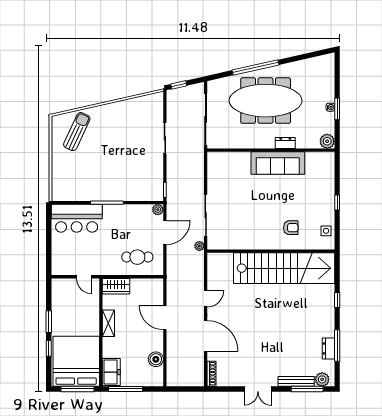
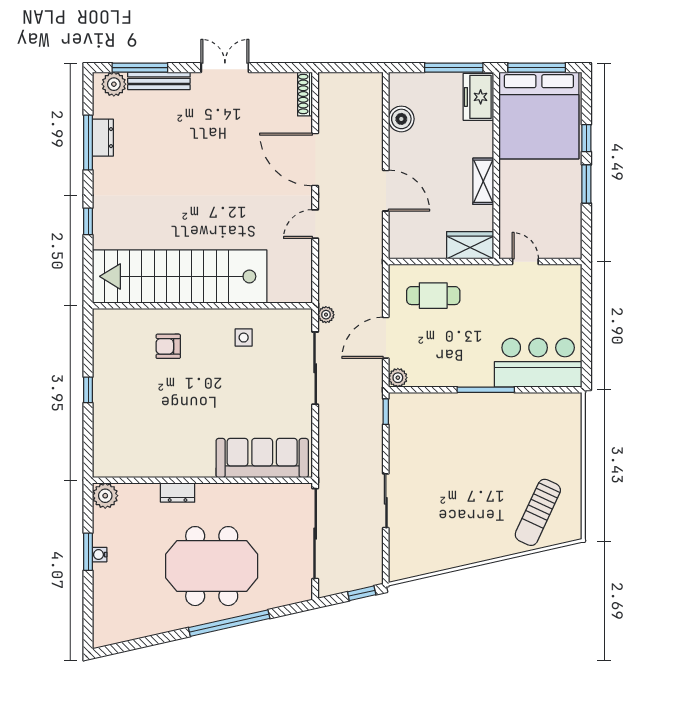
meeting table: (266, 101) -> (212, 566), width x0.73
sofa: (278, 163) -> (262, 458), moved
side table: (326, 231) -> (244, 338), moved

